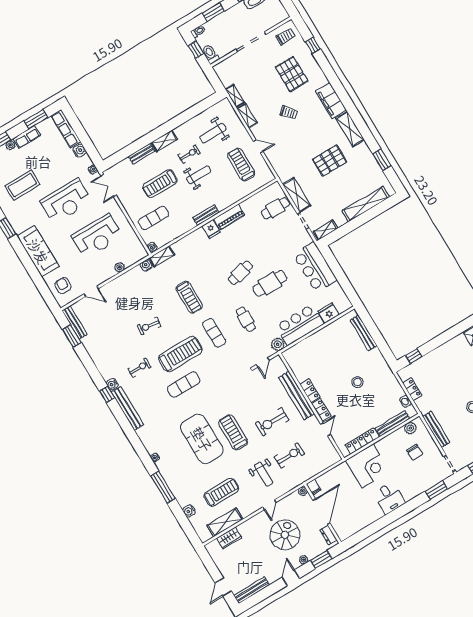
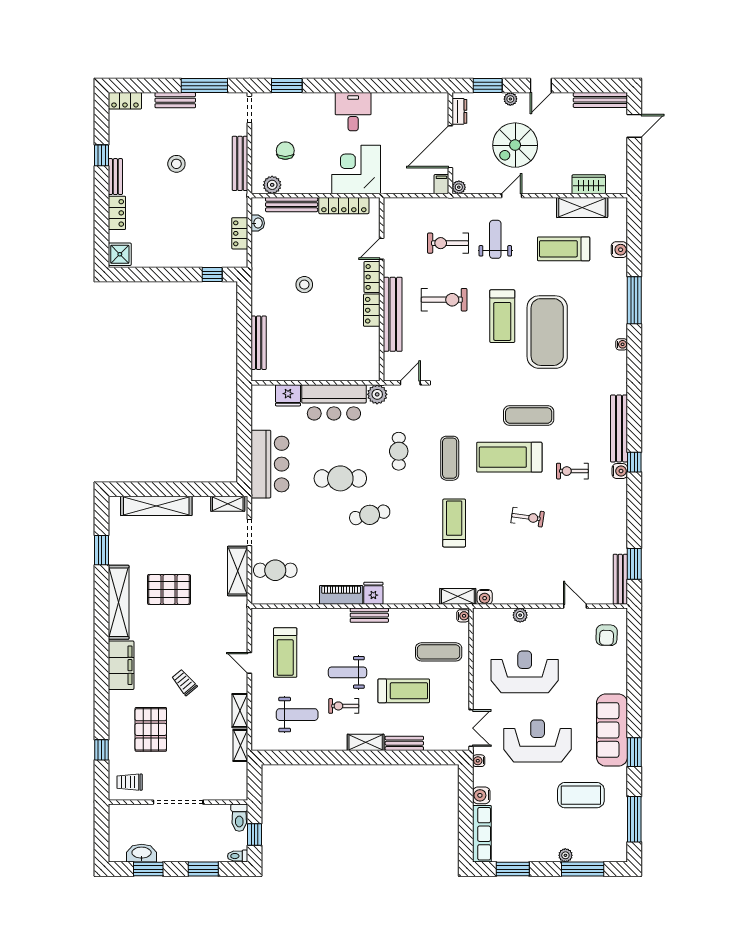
shelving: (350, 129) -> (119, 602), width x1.47
row of seats: (27, 137) -> (538, 853), removed
sofa: (38, 251) -> (612, 730), moved

